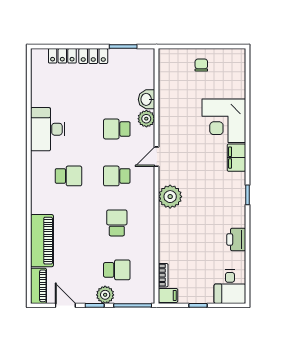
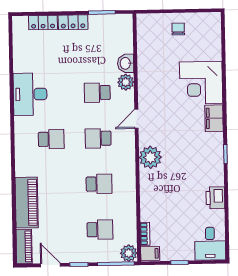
school desk: (117, 223) -> (99, 184), turned 90
plant: (105, 295) -> (129, 253), moved

